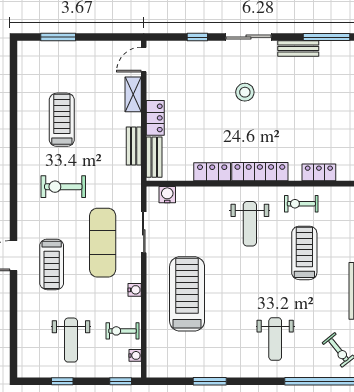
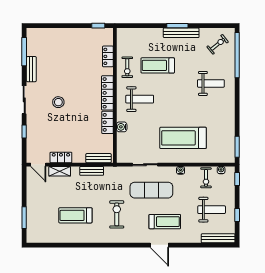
locker: (155, 118) -> (61, 158), moved
exercise bike: (63, 187) -> (117, 214), turned 180
water cooler: (167, 195) -> (122, 127), moved
bench: (25, 351) -> (218, 238), added
window: (210, 381) -> (237, 147), moved

